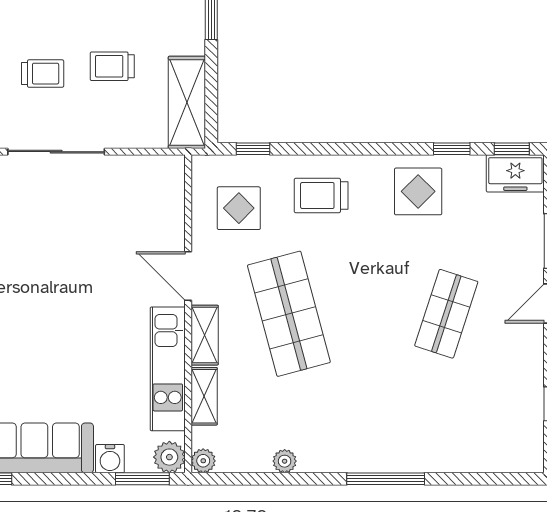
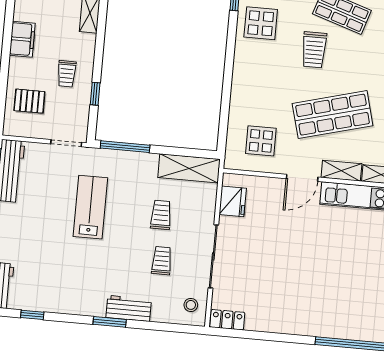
trolley: (112, 66) -> (161, 215), turned 180
window: (253, 149) -> (223, 128), removed
fridge: (143, 173) -> (233, 201), added
trolley: (321, 195) -> (314, 50), moved

